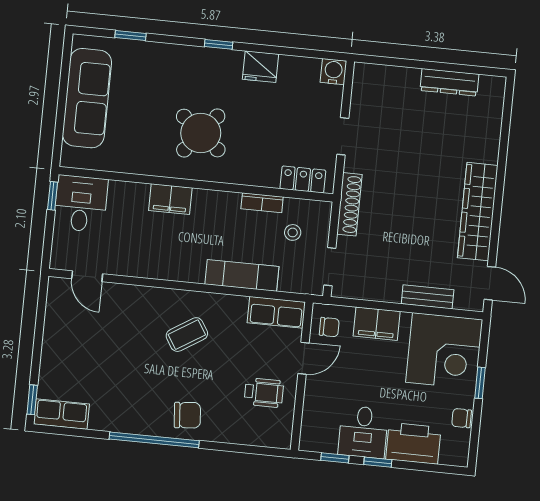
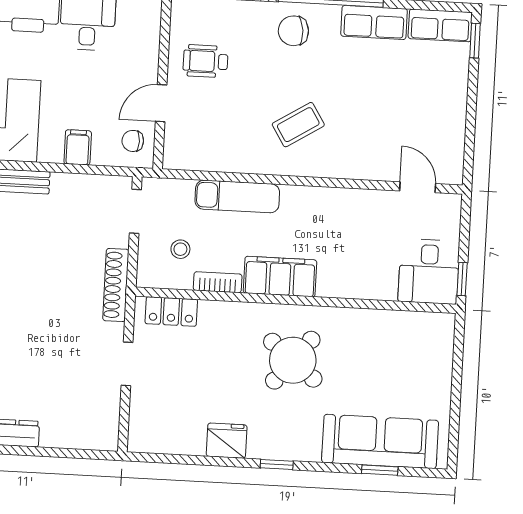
water cooler: (333, 72) -> (141, 439), removed
sofa: (87, 98) -> (380, 441), moved, turned 90
filing cabinet: (170, 199) -> (280, 277), moved, width x1.50, depth x1.17
row of seats: (276, 312) -> (374, 22), moved, turned 180
filing cabinet: (377, 324) -> (78, 147), width x0.50

